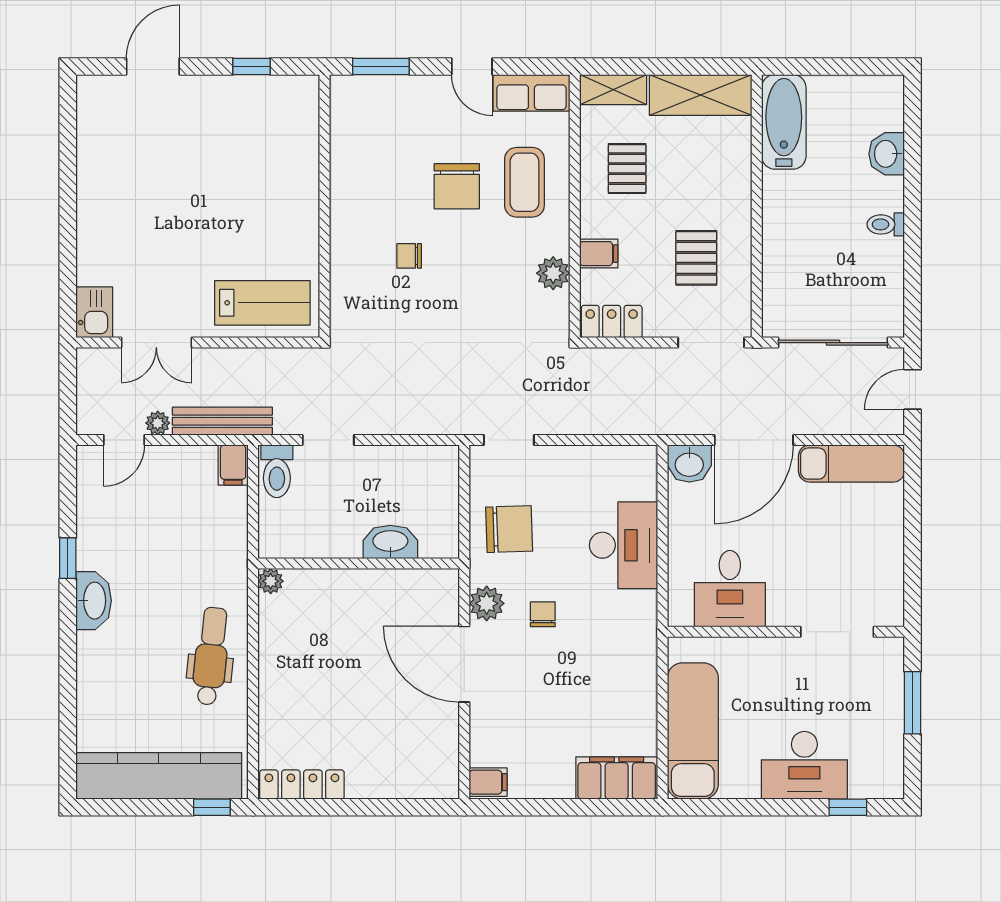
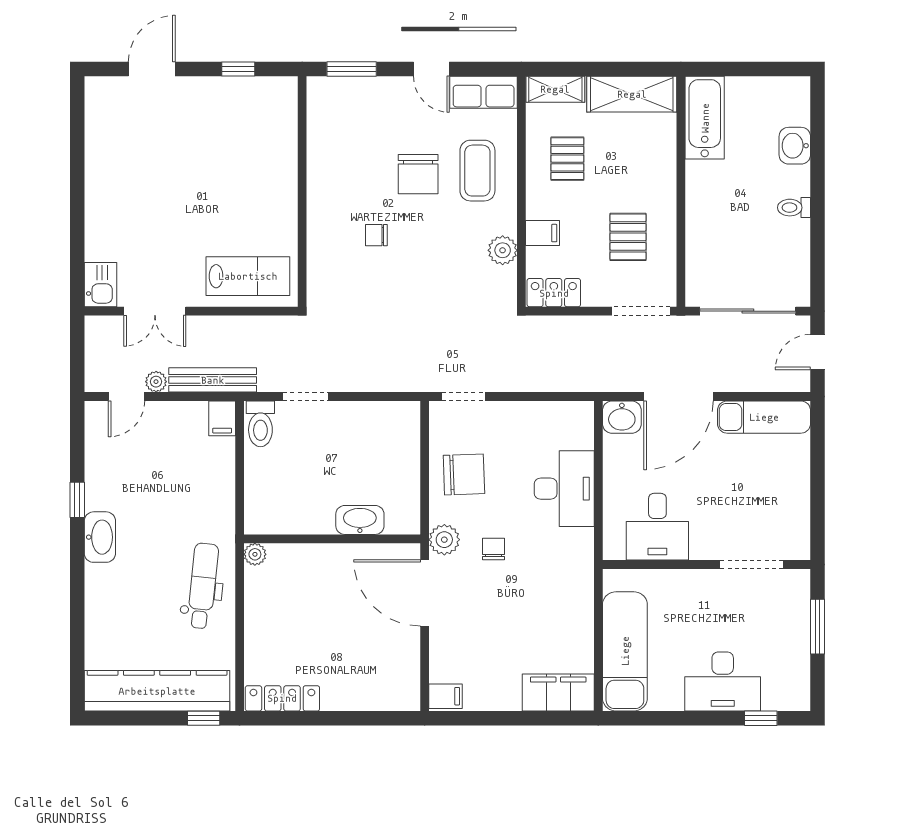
washbasin: (390, 542) -> (360, 520), moved
wall: (359, 564) -> (332, 539), moved
plant: (271, 581) -> (255, 554), moved

